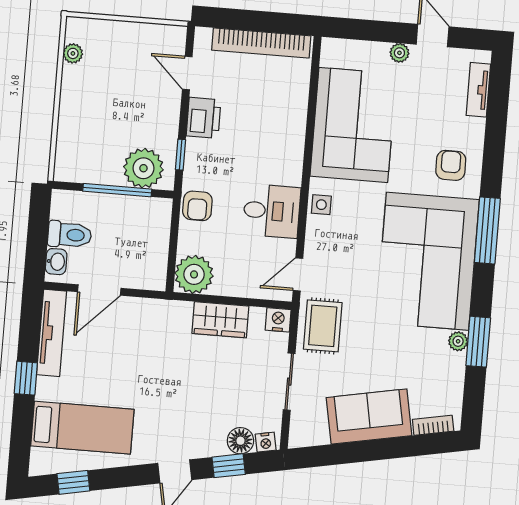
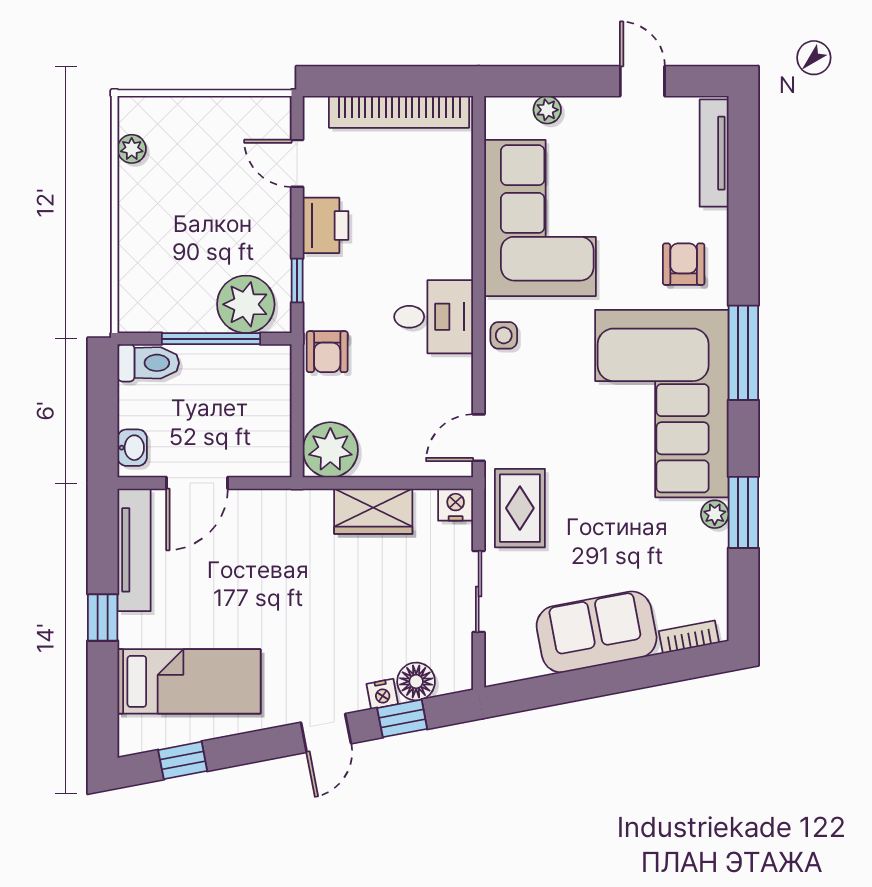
plant: (399, 53) -> (547, 110), moved
tv unit: (478, 90) -> (714, 153), width x1.41
desk: (272, 211) -> (434, 317), moved
toilet: (70, 235) -> (148, 363), moved
nightstand: (266, 442) -> (382, 694), moved

